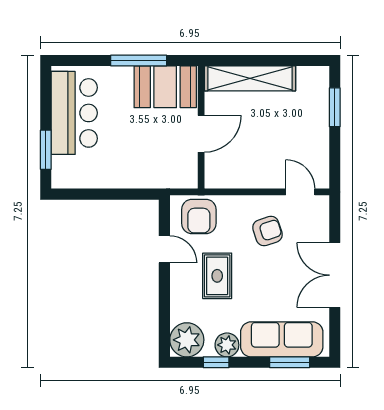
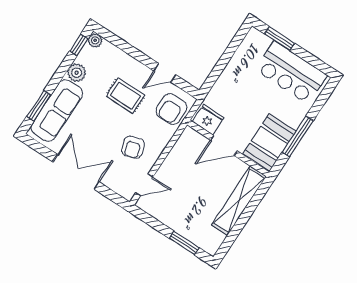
door: (201, 134) -> (224, 146), hinge flipped
fridge: (184, 169) -> (208, 120), added
armchair: (199, 216) -> (171, 109), turned -90
plant: (187, 340) -> (95, 40), width x0.53, depth x0.53
window: (216, 362) -> (79, 45), moved

